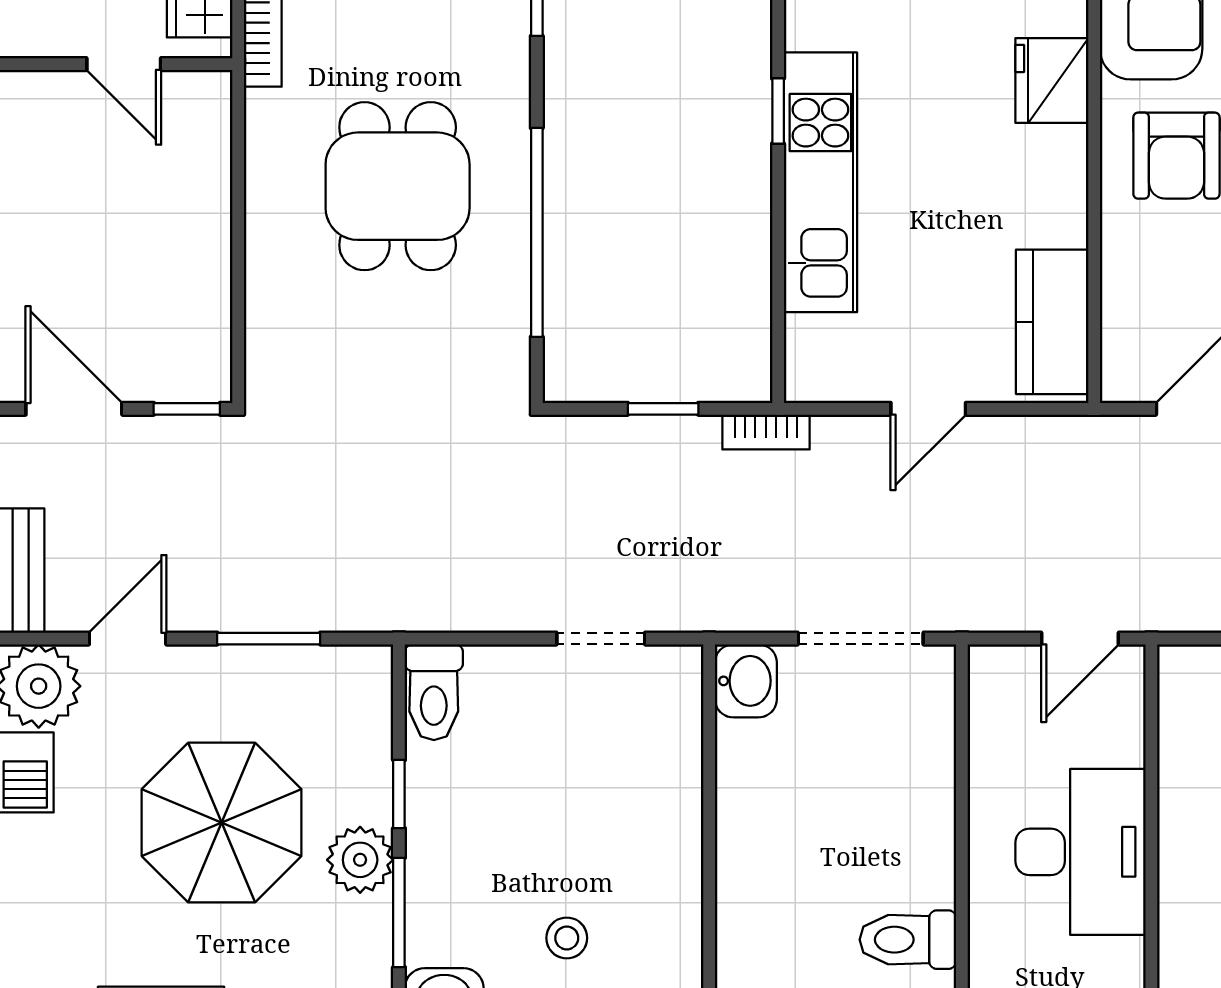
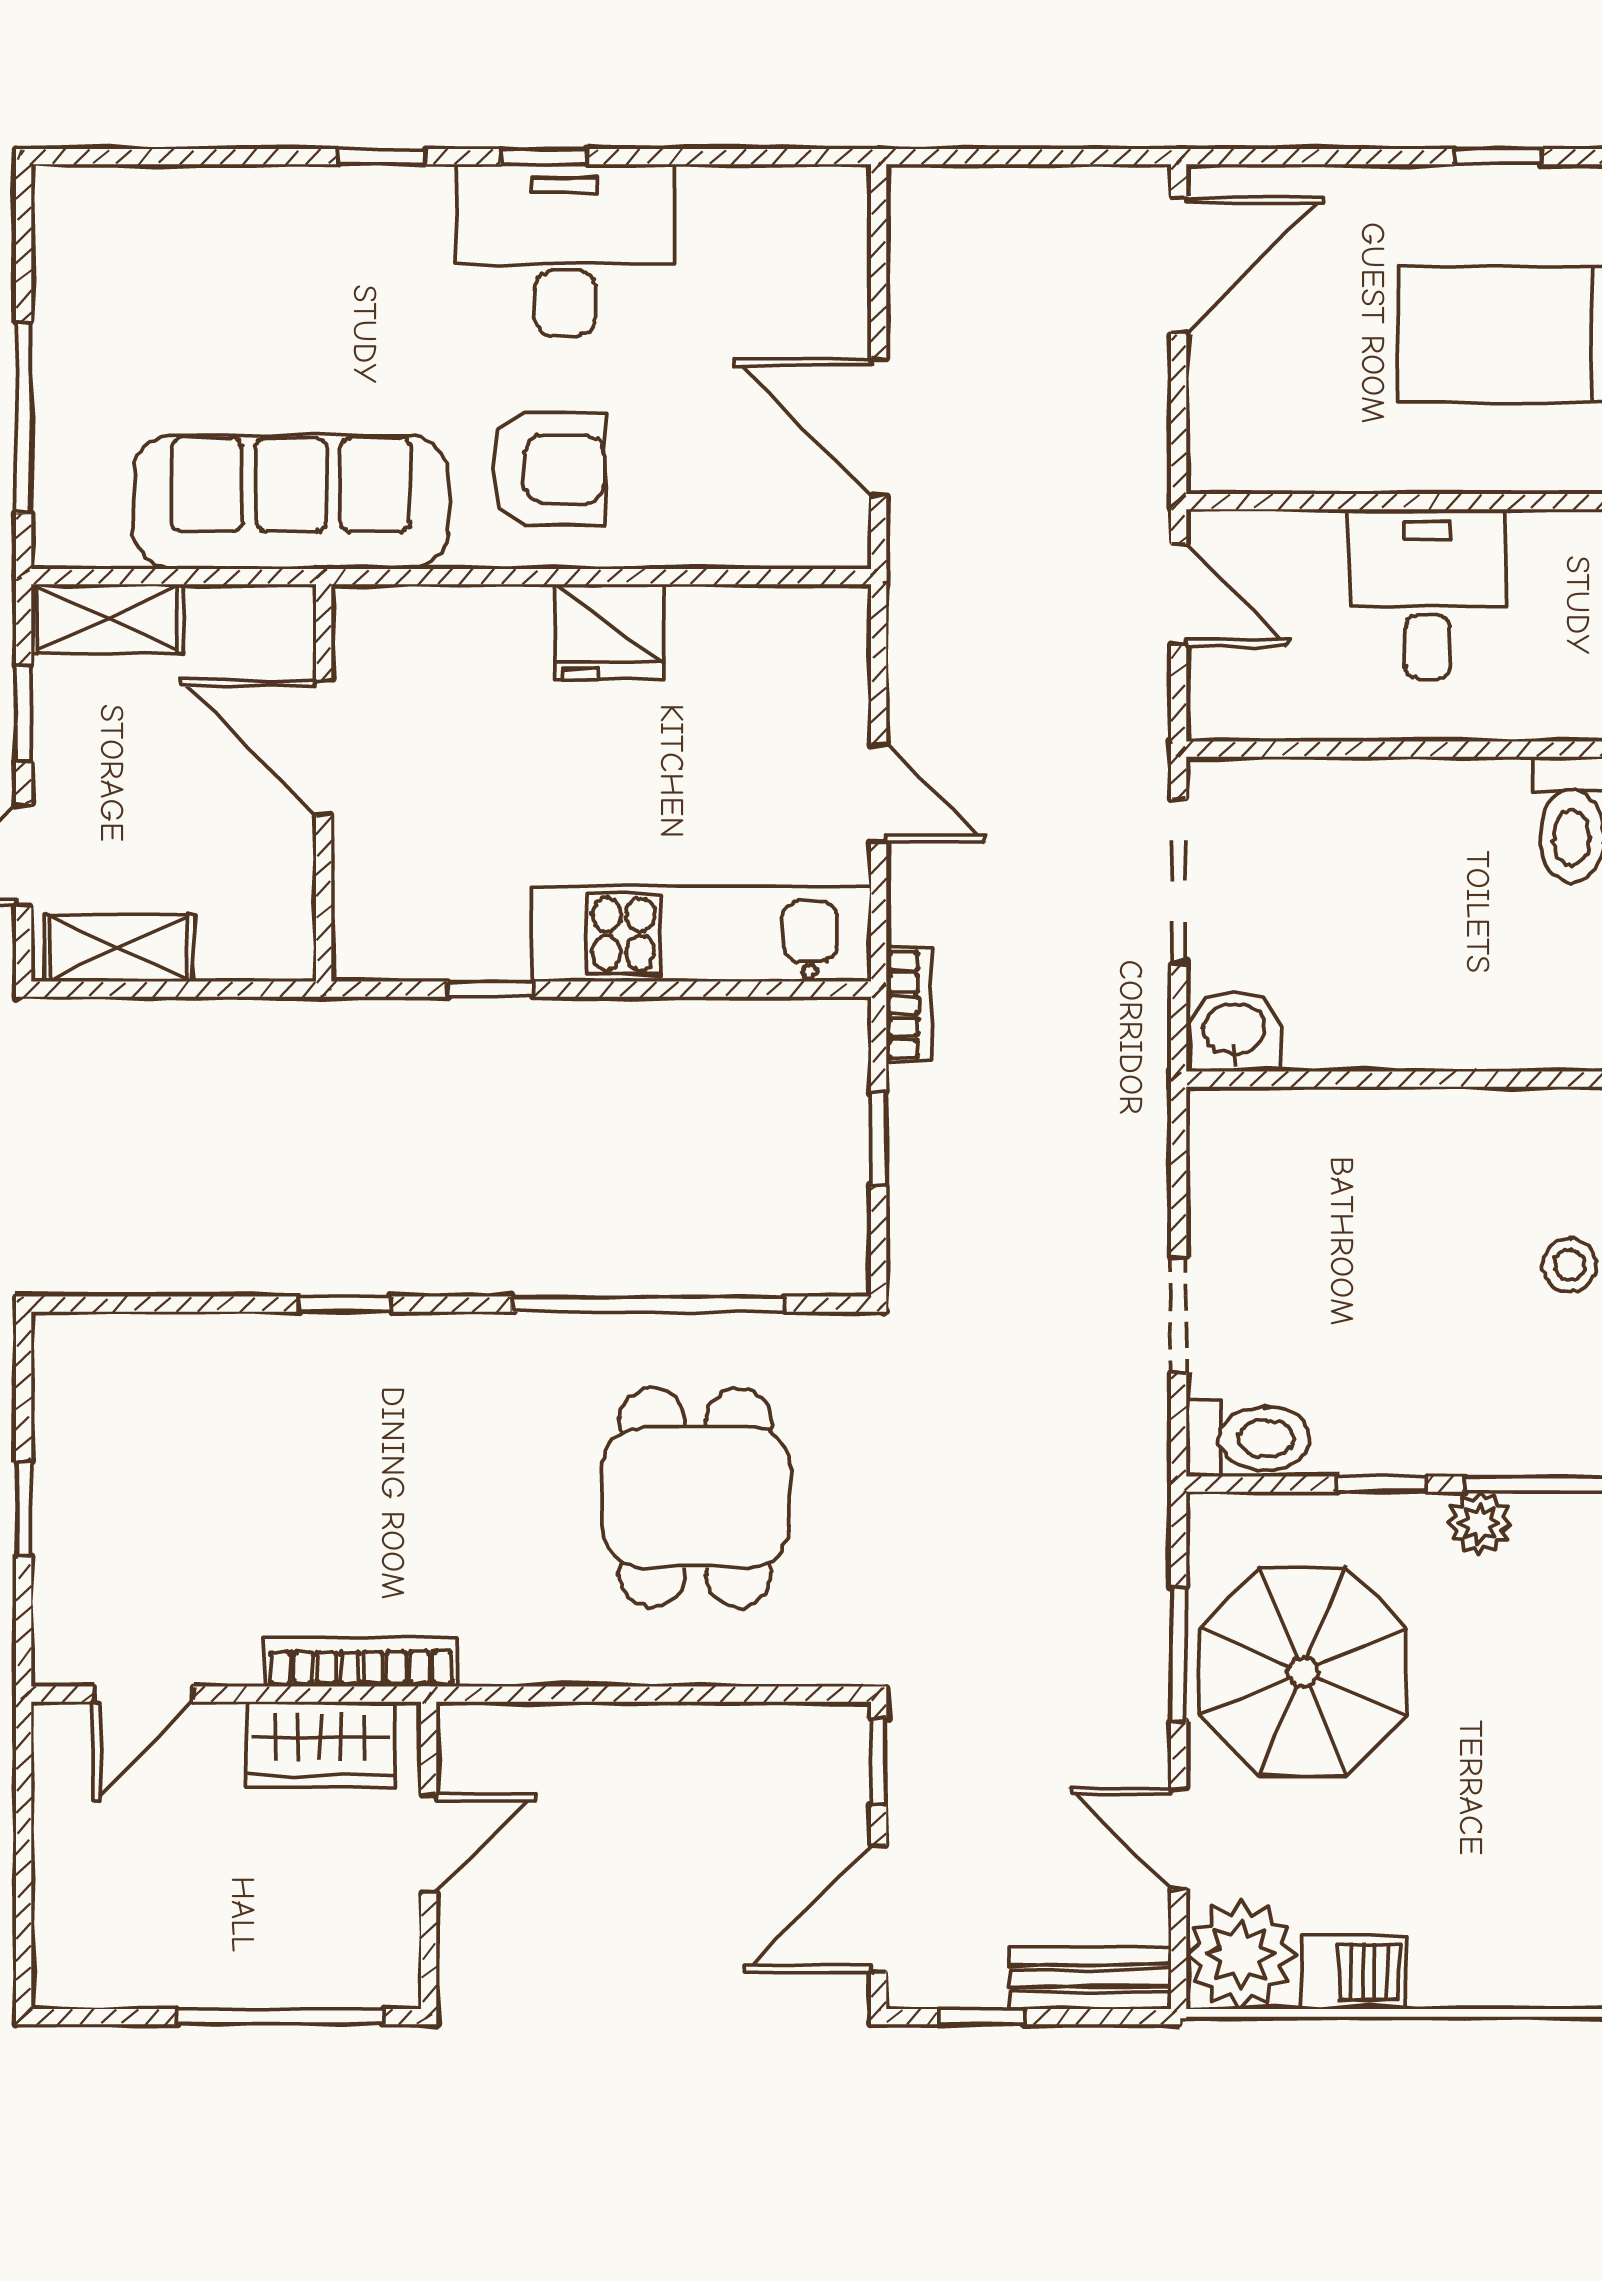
fridge: (1052, 81) -> (609, 632), moved
kitchen unit: (820, 182) -> (701, 934), moved
dining table: (398, 186) -> (696, 1497), moved, turned 90
kitchen counter: (1052, 322) -> (765, 631), removed
doorway: (601, 639) -> (1179, 1315), moved
parasol: (222, 823) -> (1303, 1672), moved
desk: (1081, 852) -> (1428, 594), width x0.73
plant: (360, 860) -> (1479, 1523), width x0.73, depth x0.73

